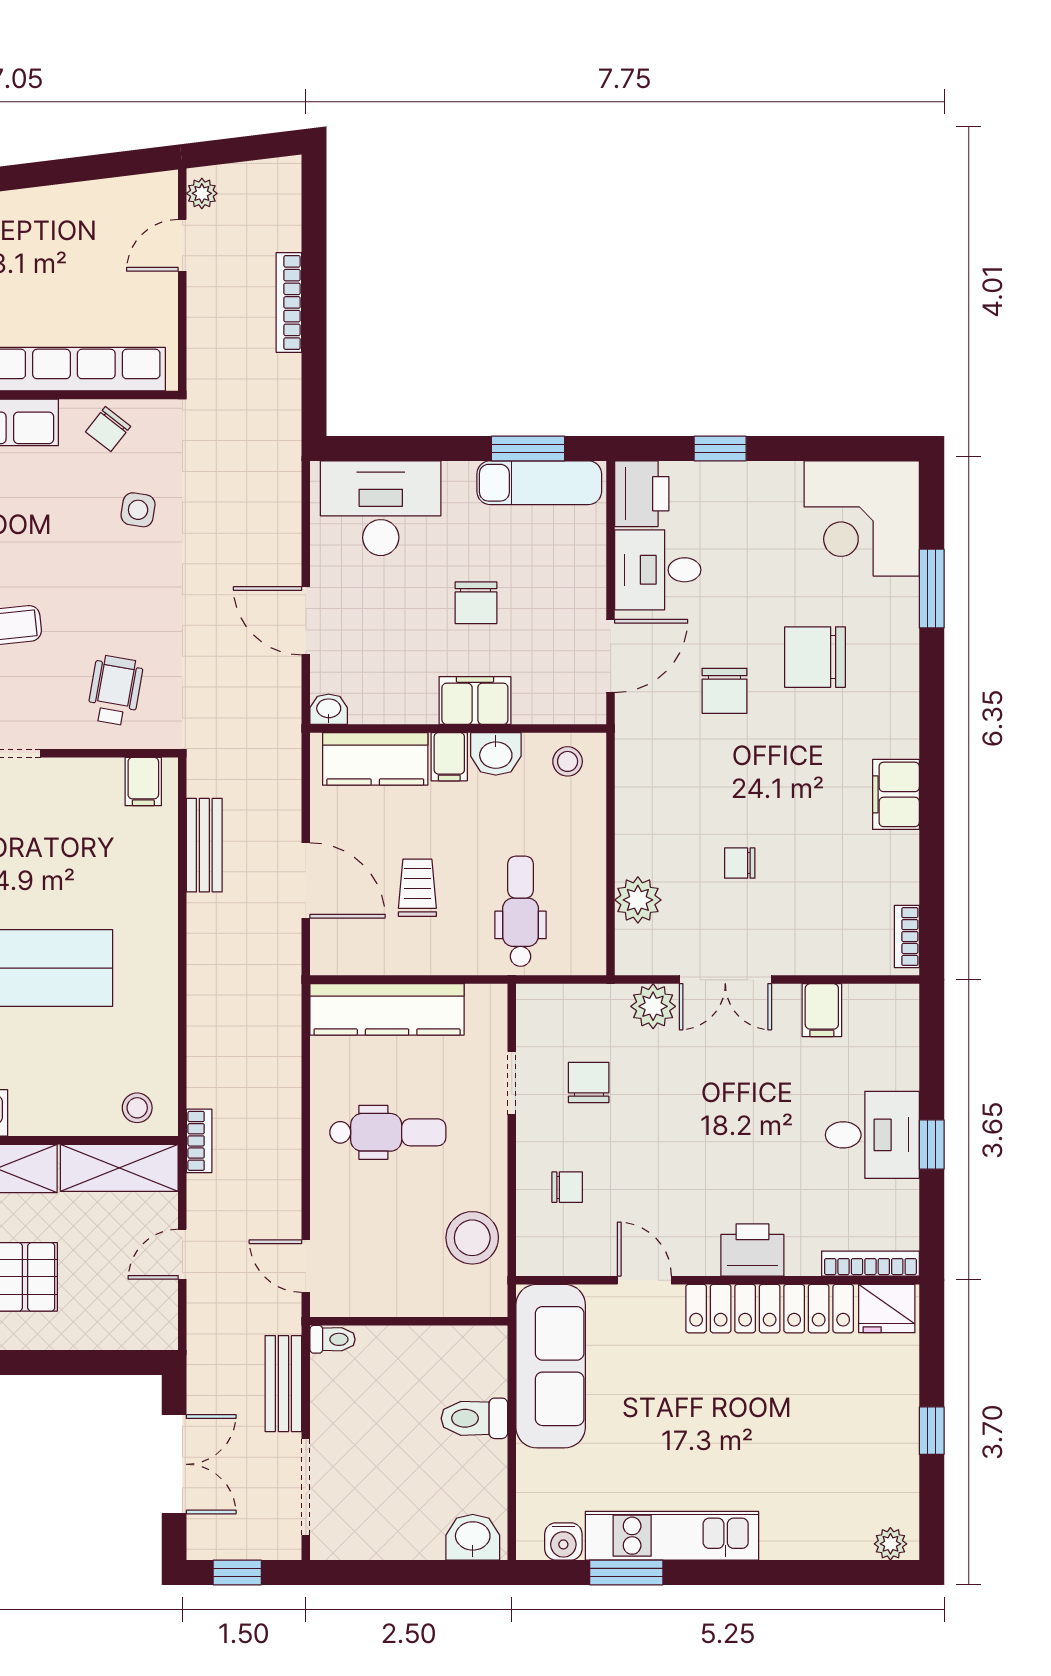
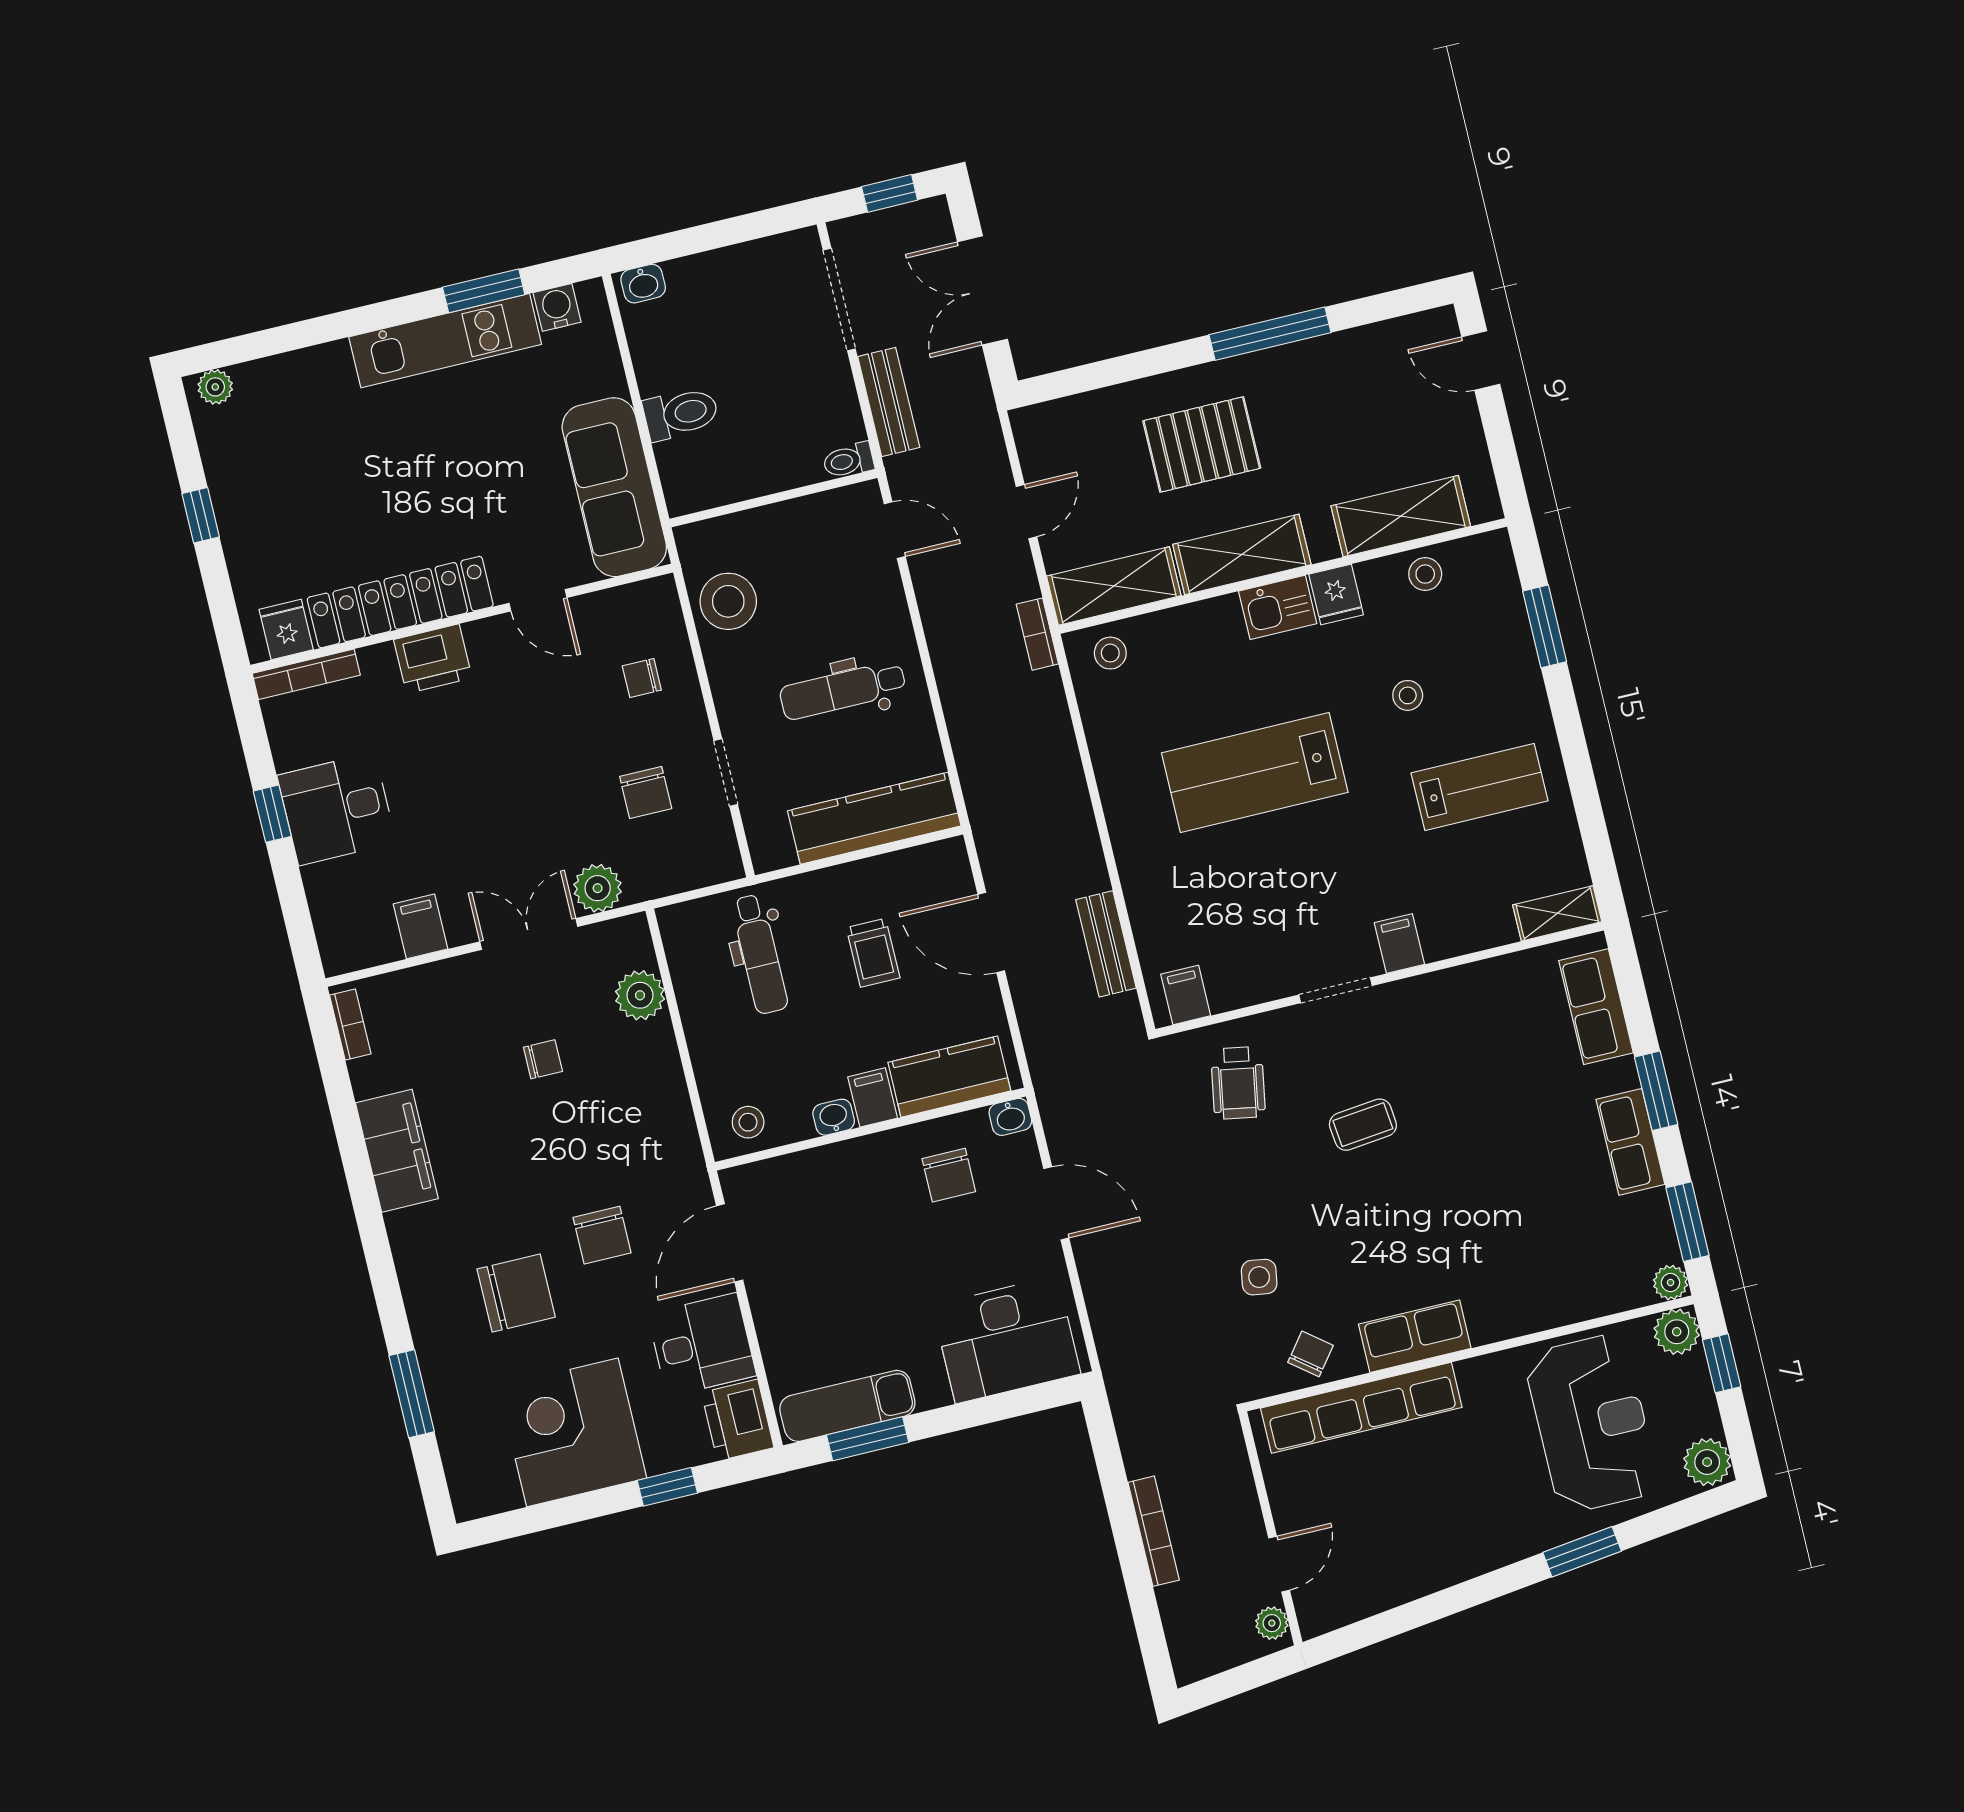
corner desk: (862, 518) -> (572, 1432), moved, turned -90
chair: (476, 603) -> (949, 1175), moved, turned 180
chair: (724, 691) -> (602, 1235), turned 180
filing cabinet: (475, 700) -> (860, 1163), removed
washbasin: (496, 754) -> (834, 1117), width x0.72, depth x0.69
filing cabinet: (896, 794) -> (397, 1151), width x1.50, depth x1.17
fridge: (887, 1308) -> (286, 629), width x0.72
washbasin: (473, 1537) -> (643, 284), width x0.72, depth x0.69

